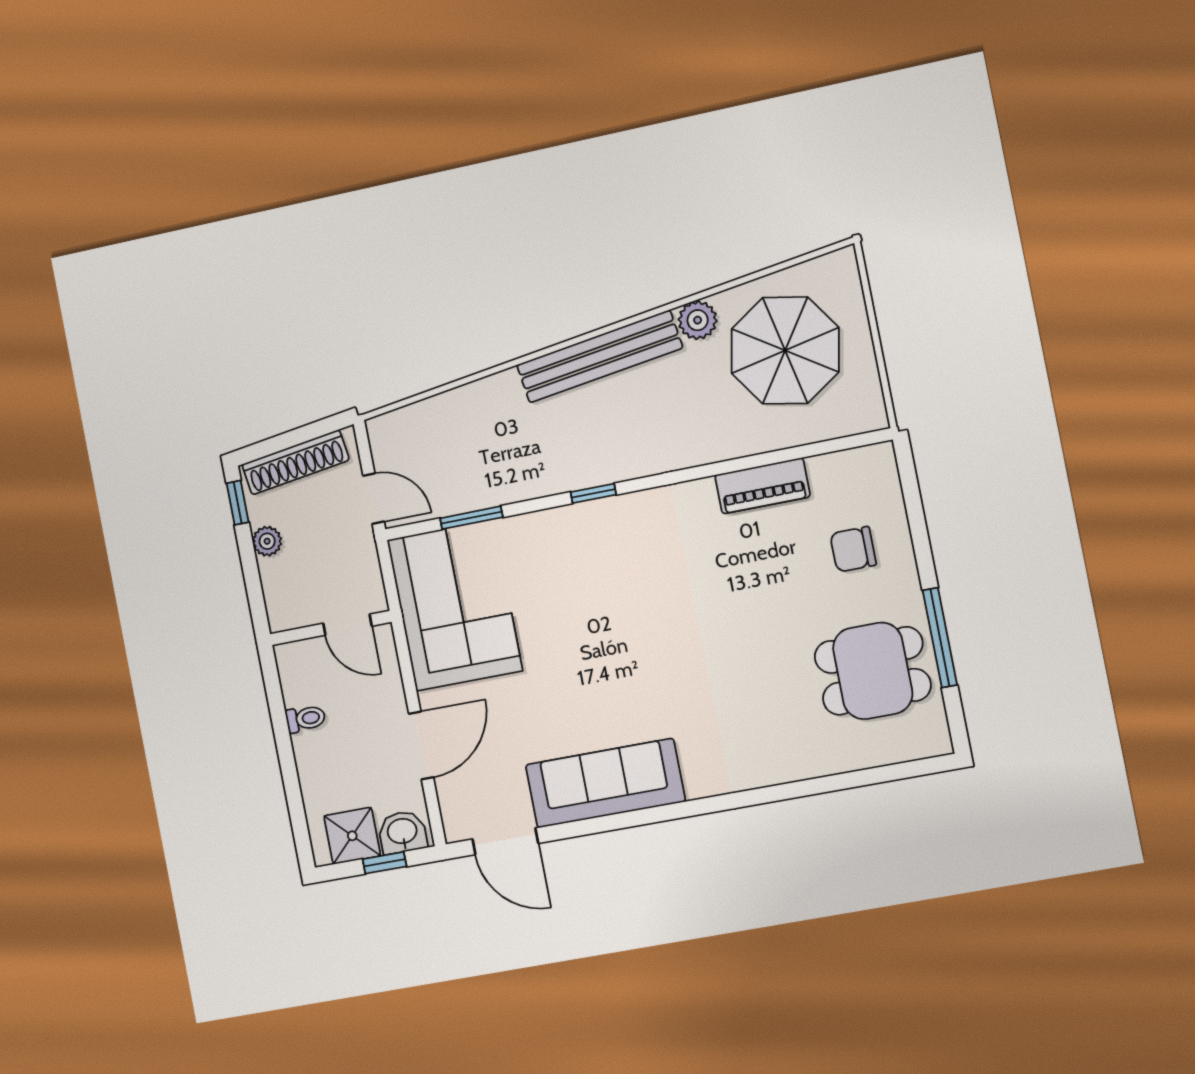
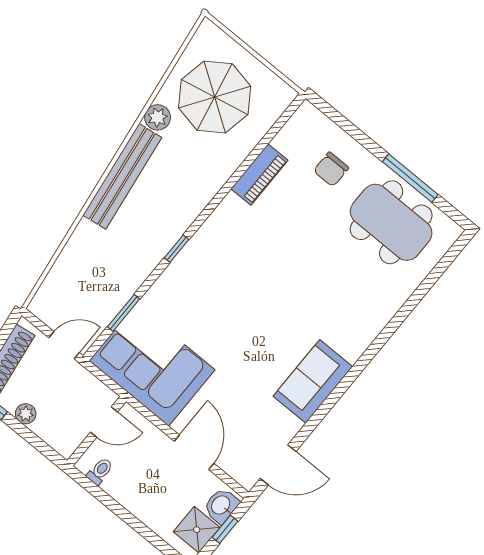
dining table: (873, 671) -> (391, 222), width x1.37
toilet: (306, 719) -> (100, 471), moved
sofa: (605, 783) -> (313, 381), width x0.73

